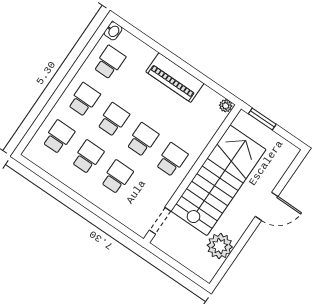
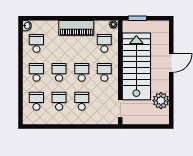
school desk: (197, 122) -> (104, 43), added

